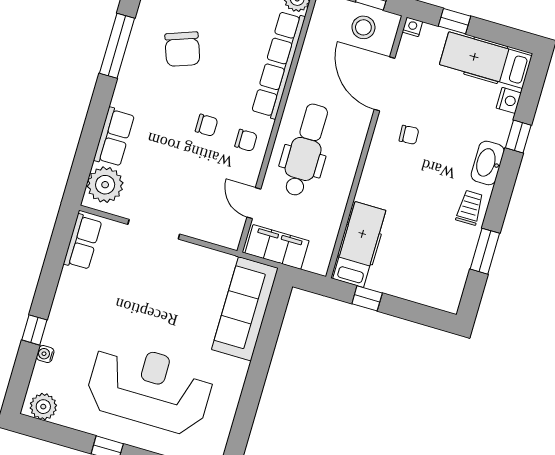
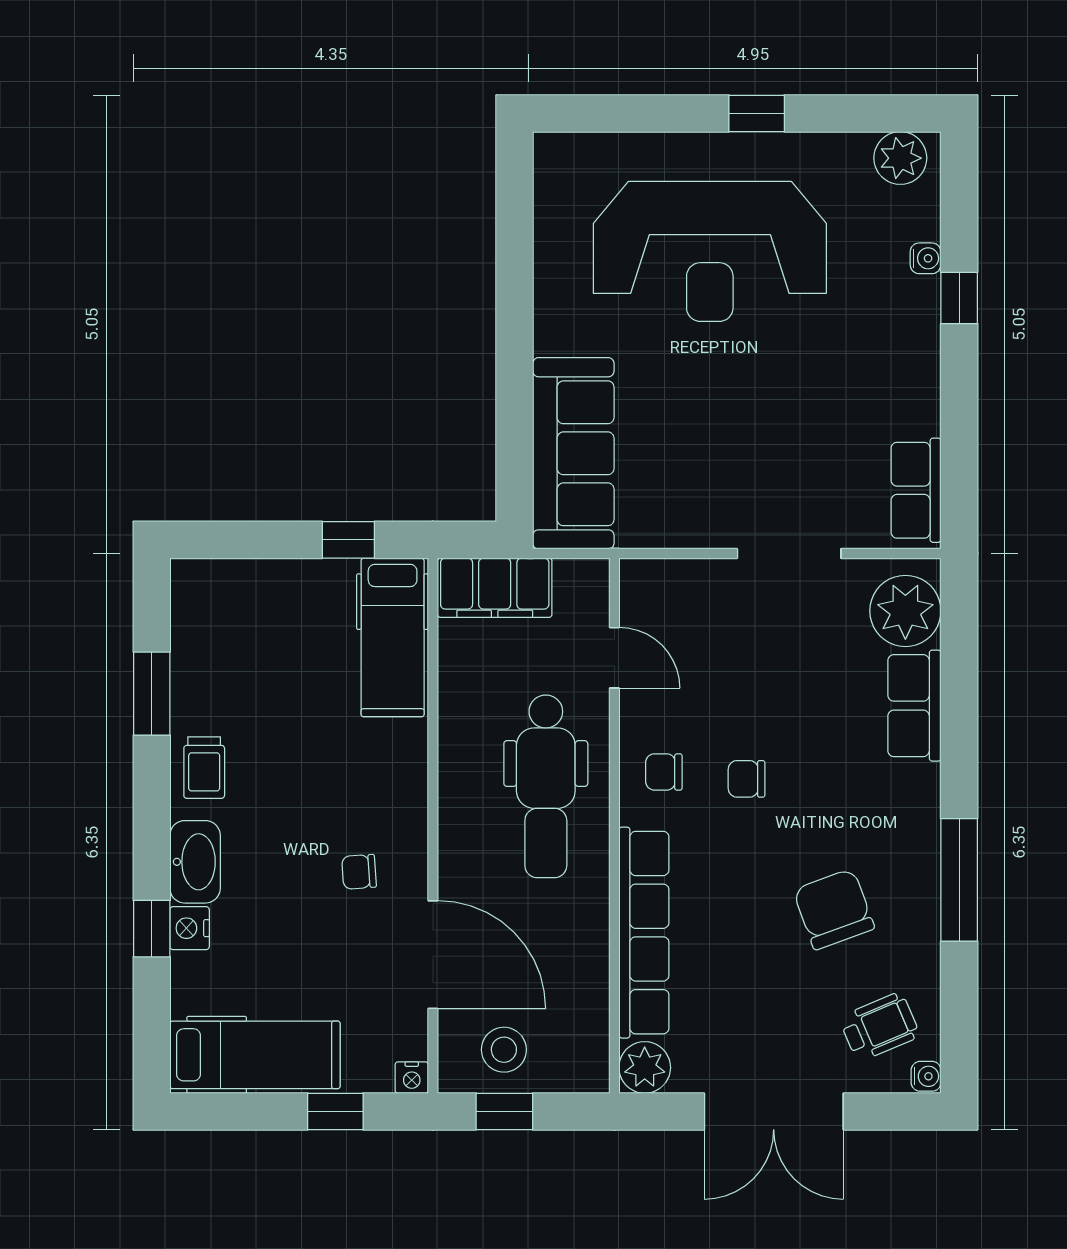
nightstand: (509, 100) -> (190, 928), moved
filing cabinet: (277, 247) -> (495, 588), moved

